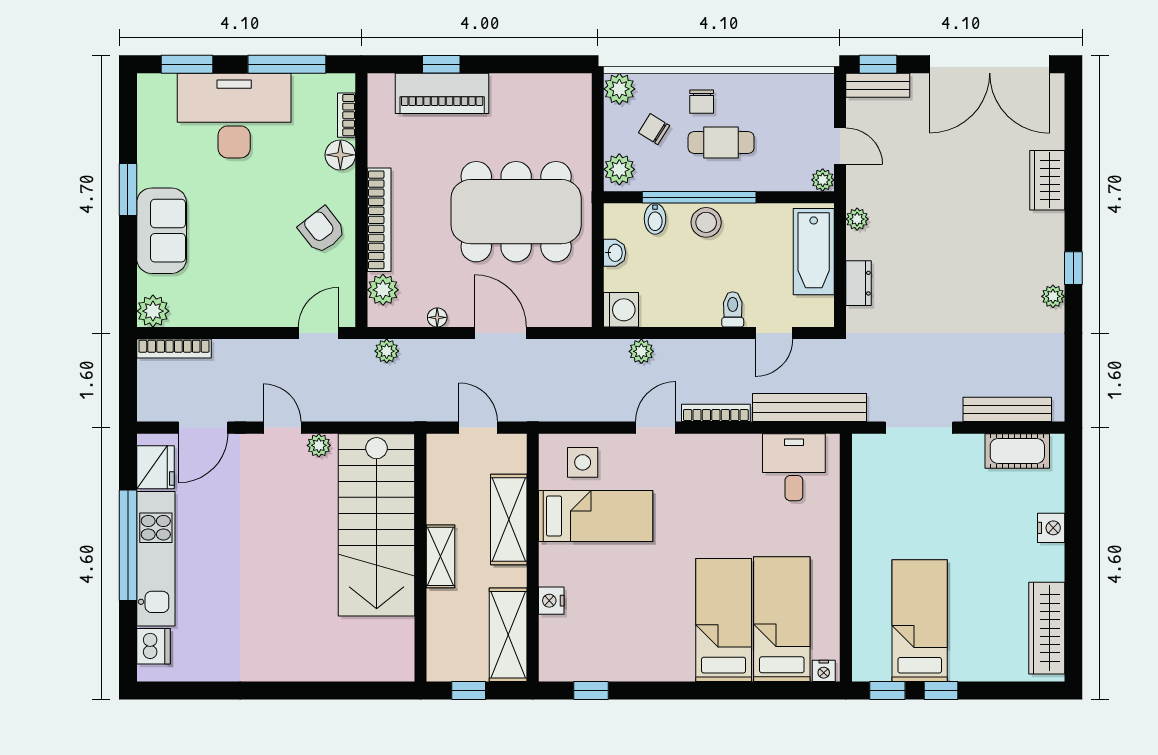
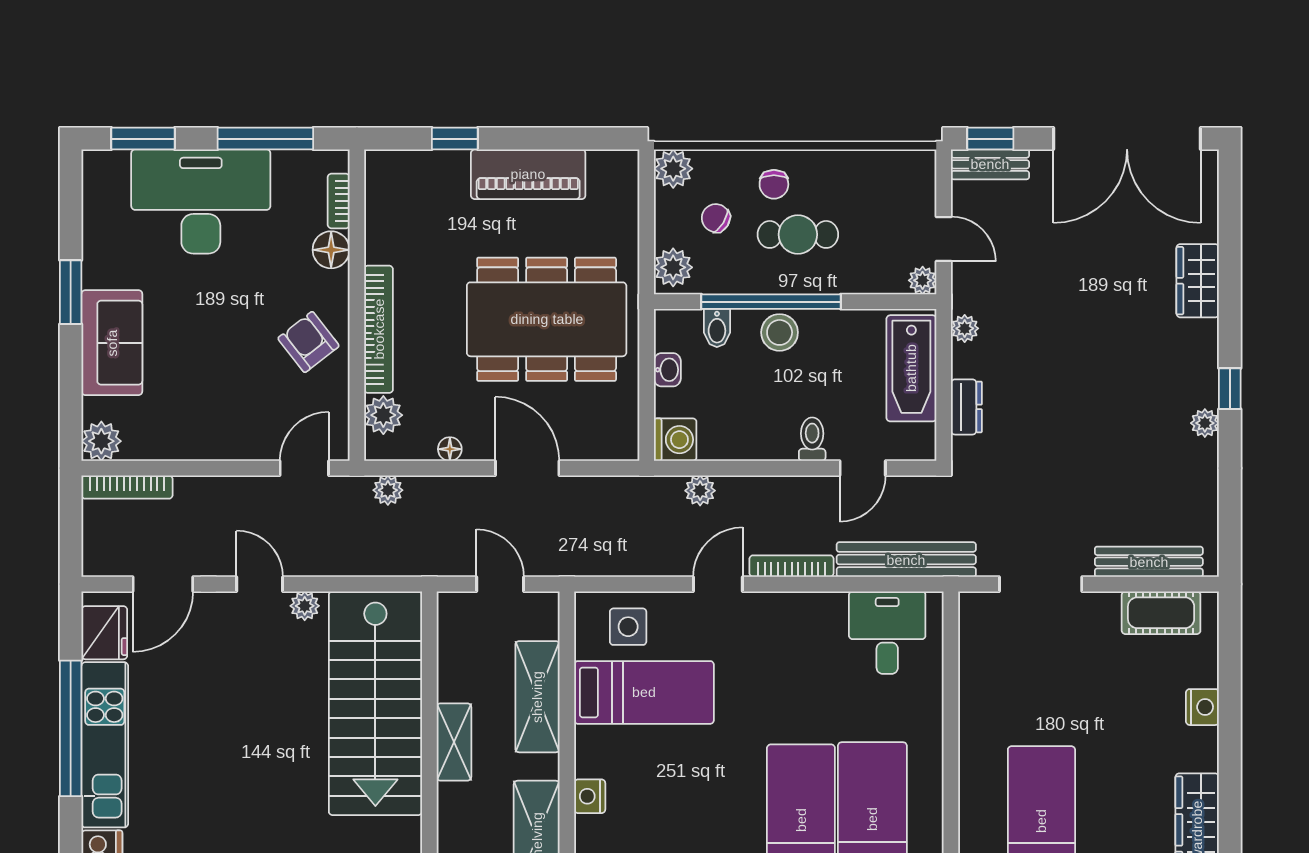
piano: (442, 93) -> (528, 174), moved

